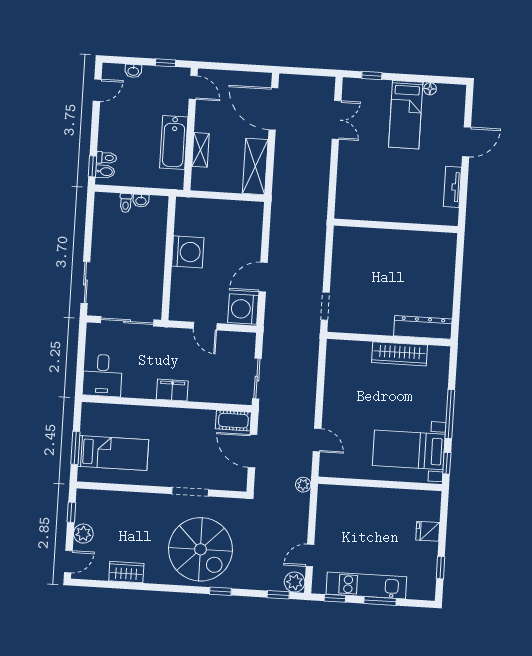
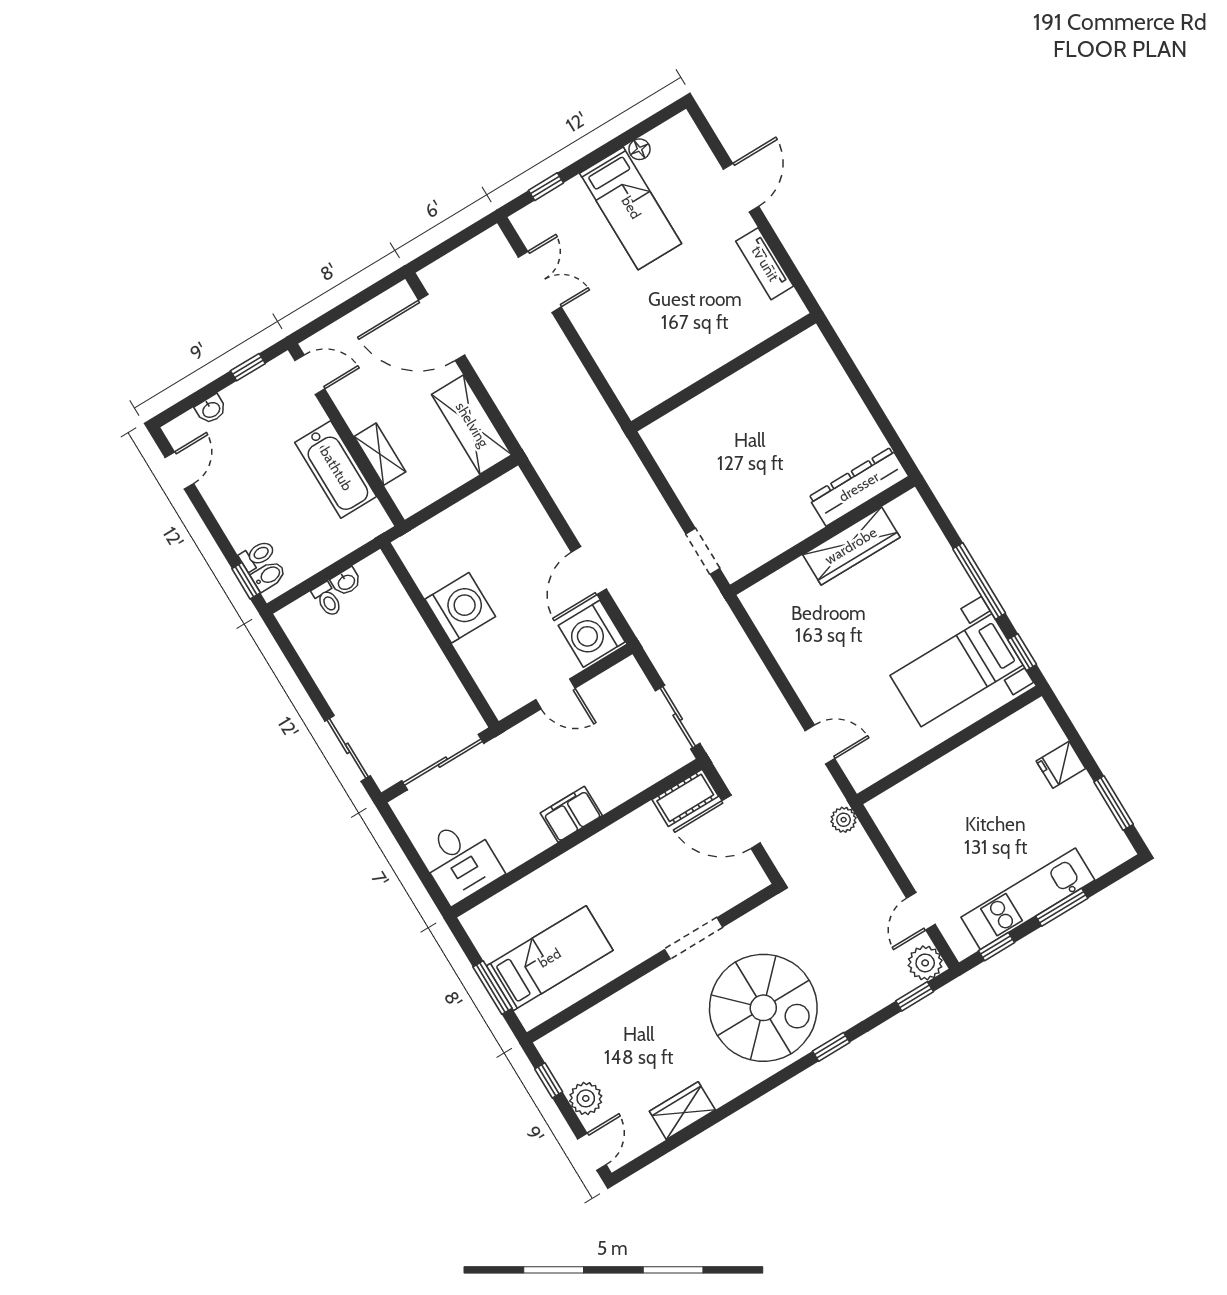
window: (440, 568) -> (1114, 803), width x1.50

